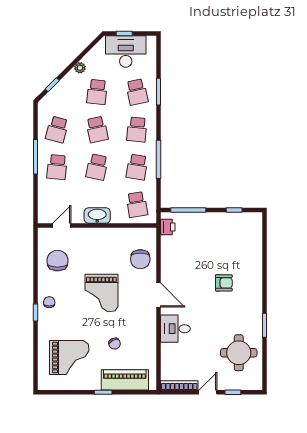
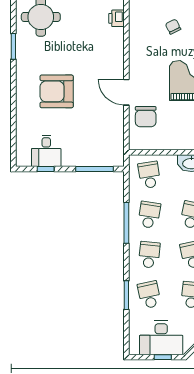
printer: (168, 227) -> (116, 18), moved
chair: (140, 259) -> (146, 117), turned 180
armchair: (224, 283) -> (57, 91), width x1.88, depth x1.88
door: (158, 295) -> (126, 92), moved
desk: (175, 329) -> (46, 151), moved, turned 90

